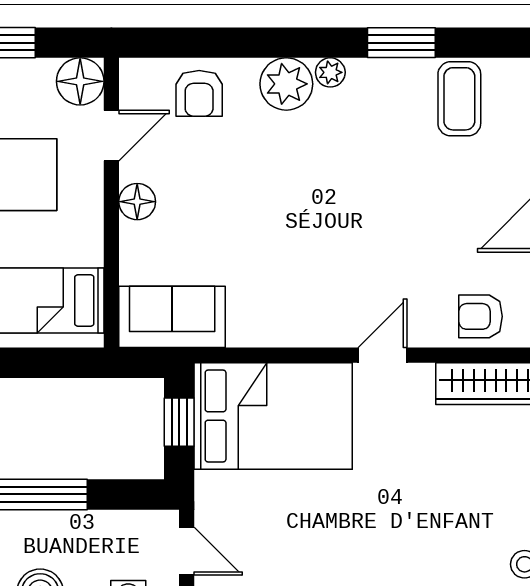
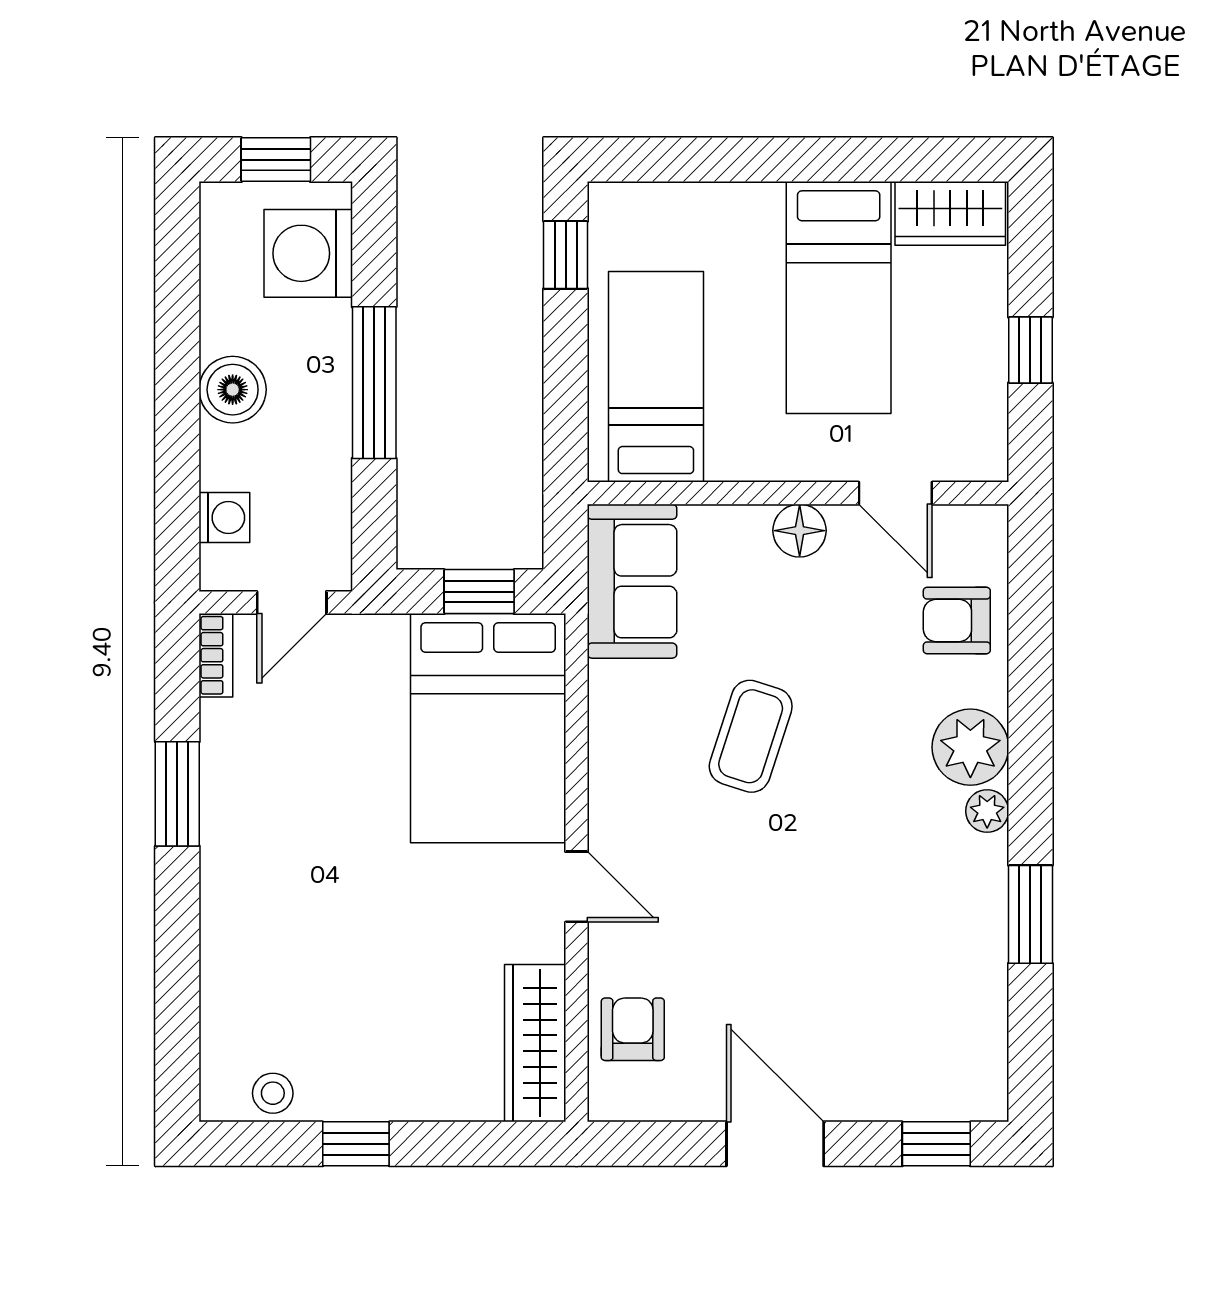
floor lamp: (80, 81) -> (974, 448), removed
coffee table: (459, 99) -> (751, 736), moved, turned -72

